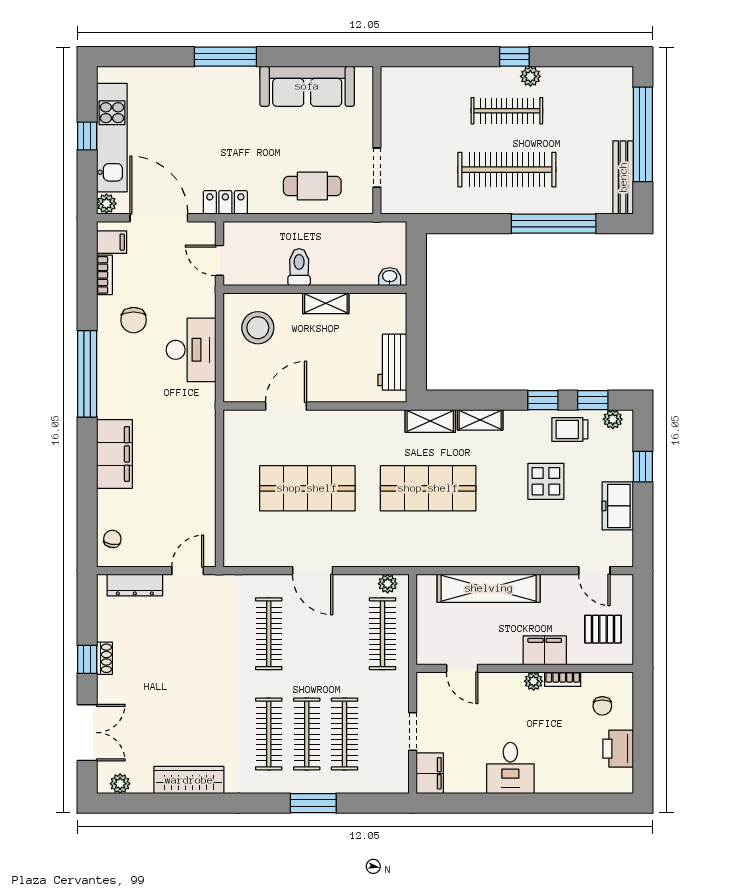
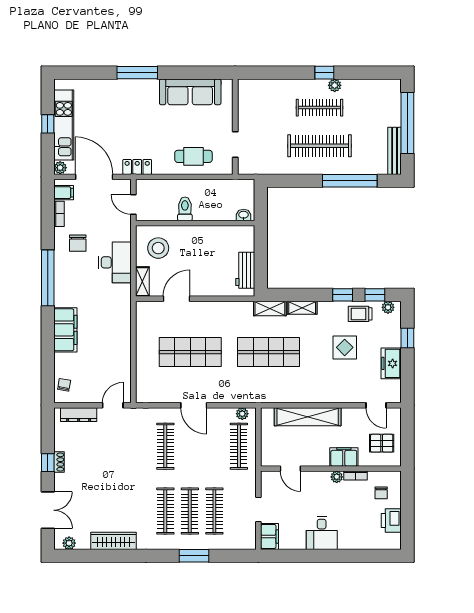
shelving: (326, 303) -> (142, 282), moved, turned 90

